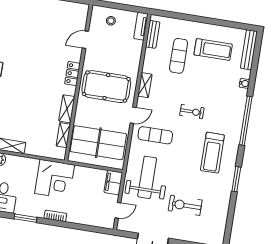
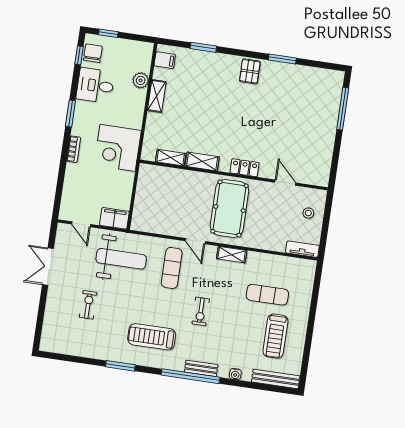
bench: (153, 34) -> (201, 368), moved
table tennis table: (98, 143) -> (162, 200), removed
exercise bike: (185, 205) -> (88, 305), width x0.73, depth x0.72

